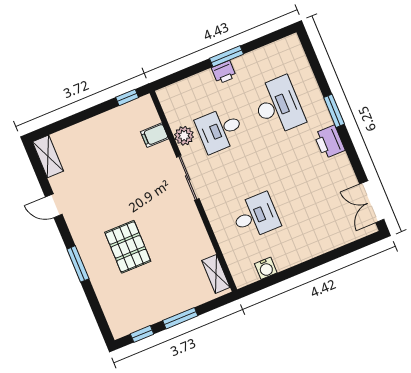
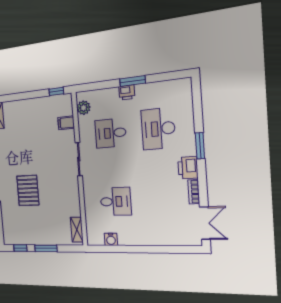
desk: (278, 106) -> (158, 129), turned 180
plant: (184, 136) -> (83, 108), moved
bookcase: (346, 168) -> (194, 192), added
double door: (372, 202) -> (205, 223), swing flipped

